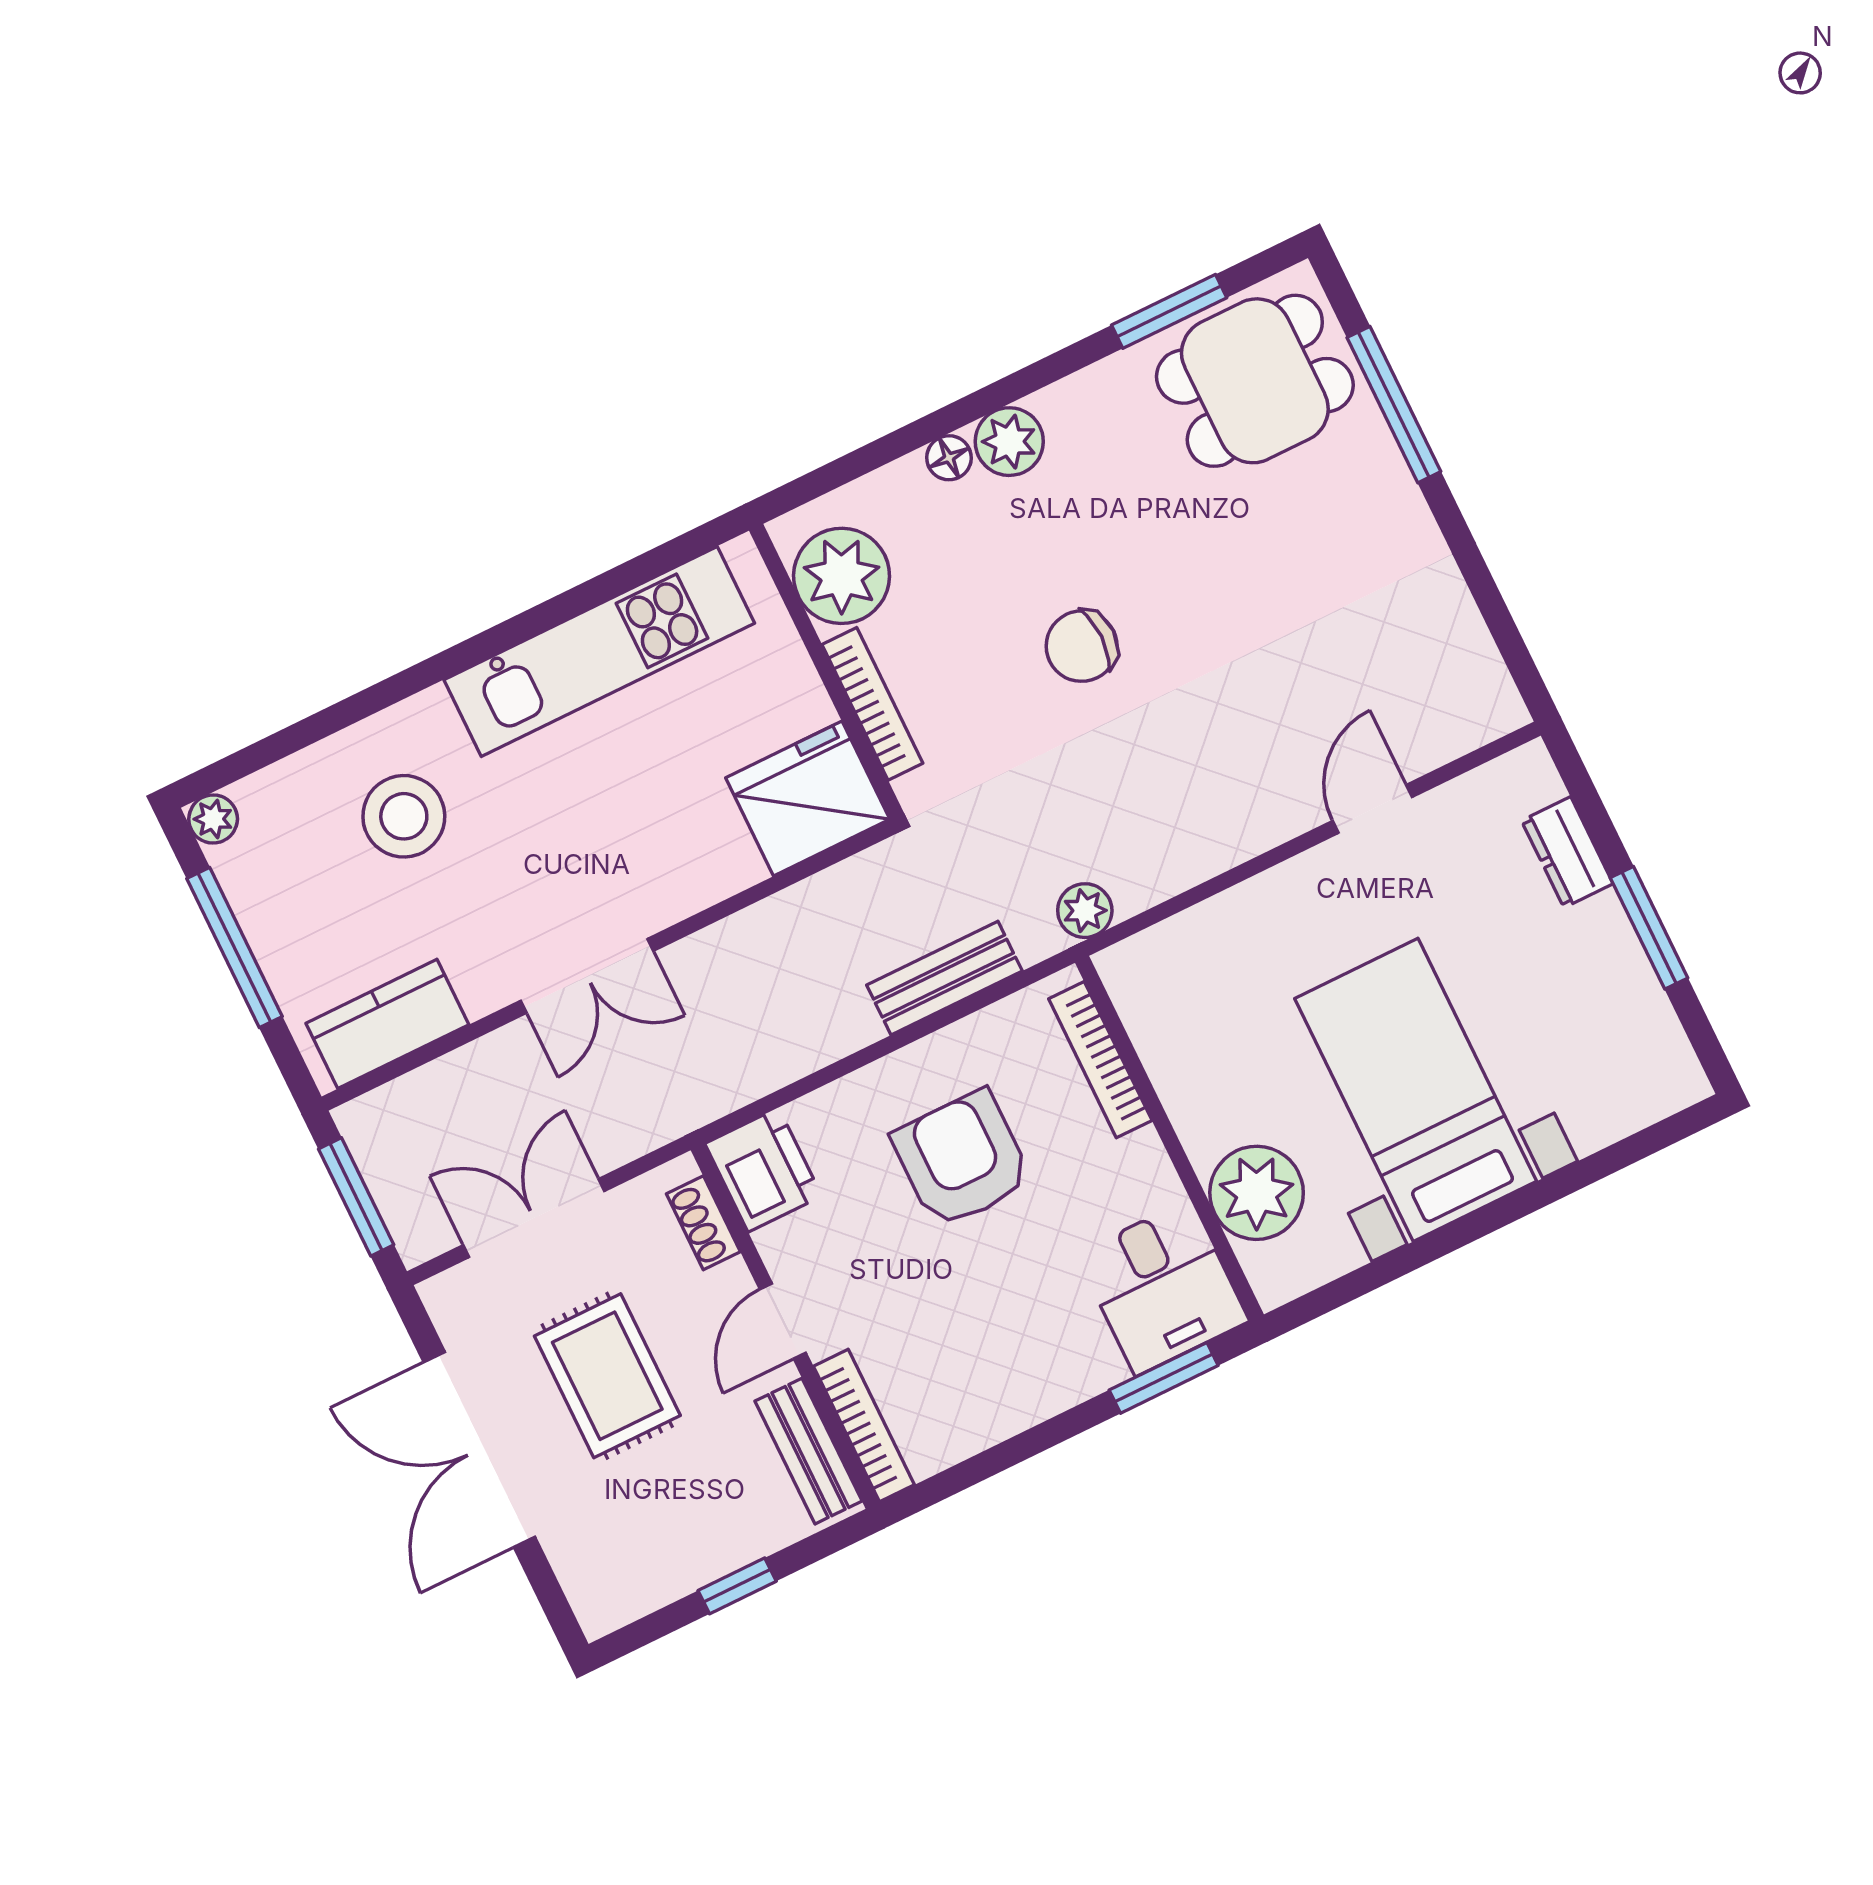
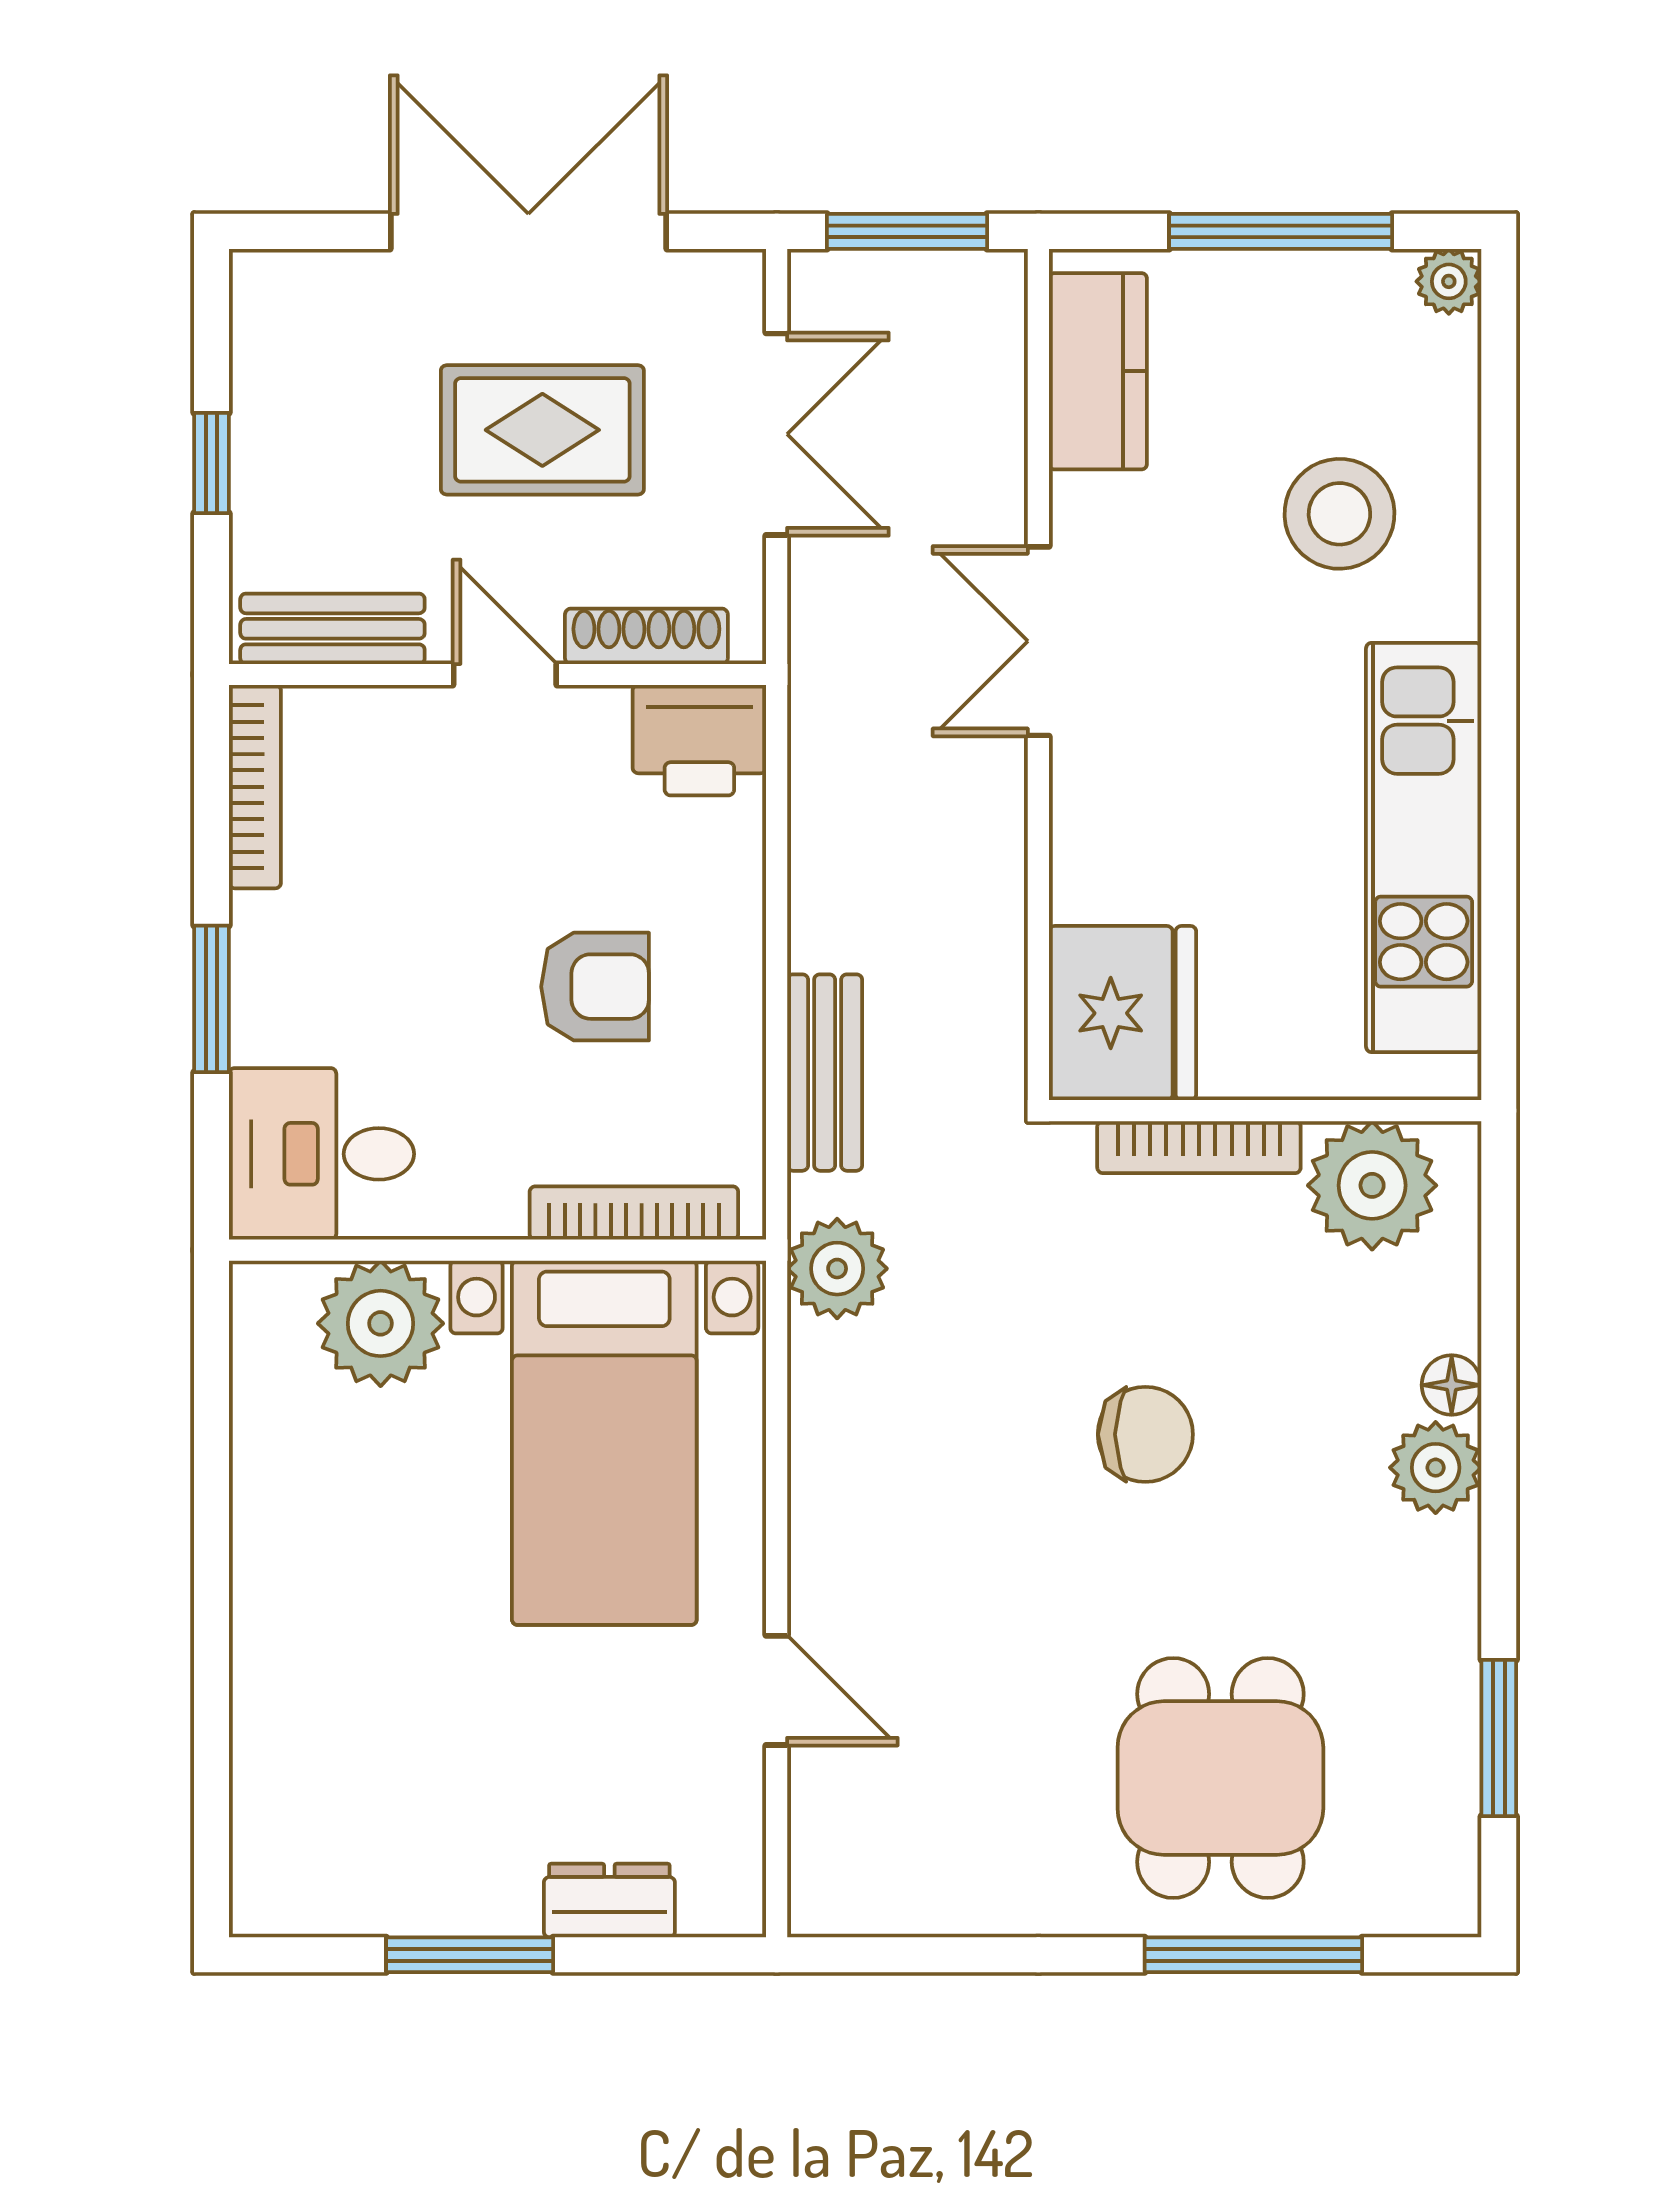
dining table: (1255, 381) -> (1220, 1778), moved
chair: (1082, 646) -> (1145, 1434), turned 90
plant: (1085, 911) -> (837, 1269), width x1.38, depth x1.38
bed with nightstands: (1416, 1090) -> (604, 1443), moved, turned 90
armchair: (962, 1159) -> (595, 987), width x0.72, depth x0.72
shoe rack: (703, 1223) -> (646, 636), width x1.43
window: (1164, 1378) -> (211, 999), moved
bookcase: (864, 1426) -> (255, 787), moved, turned -90

